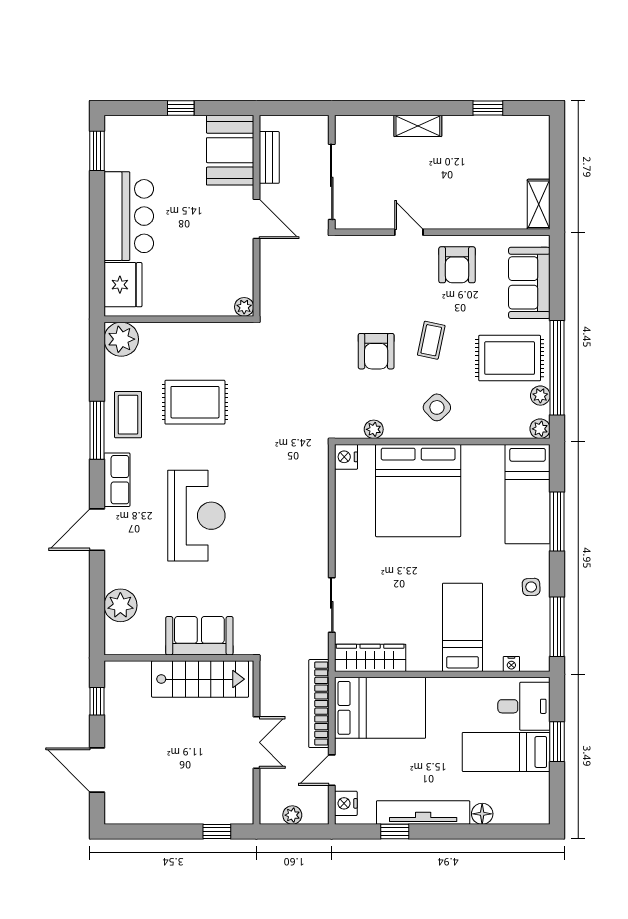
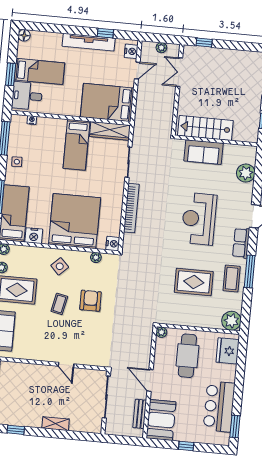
bar counter: (129, 216) -> (219, 407), moved
armchair: (457, 265) -> (41, 344), removed
cafe table: (194, 269) -> (187, 356), added
nightstand: (488, 458) -> (34, 236), added
bed: (462, 627) -> (76, 145), moved
bookcase: (319, 704) -> (131, 208), moved
double door: (256, 742) -> (179, 72), moved
floor lamp: (482, 814) -> (24, 35), moved

